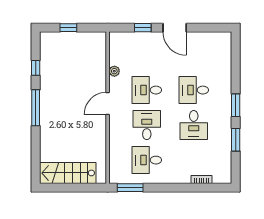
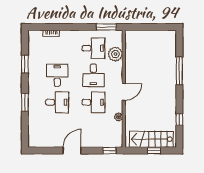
window: (143, 28) -> (109, 151), moved
door: (175, 28) -> (72, 151), hinge flipped
window: (236, 105) -> (25, 103), moved
window: (36, 108) -> (179, 71), moved
plant: (118, 152) -> (115, 54), added
stairs: (68, 173) -> (152, 139), moved, turned 180

